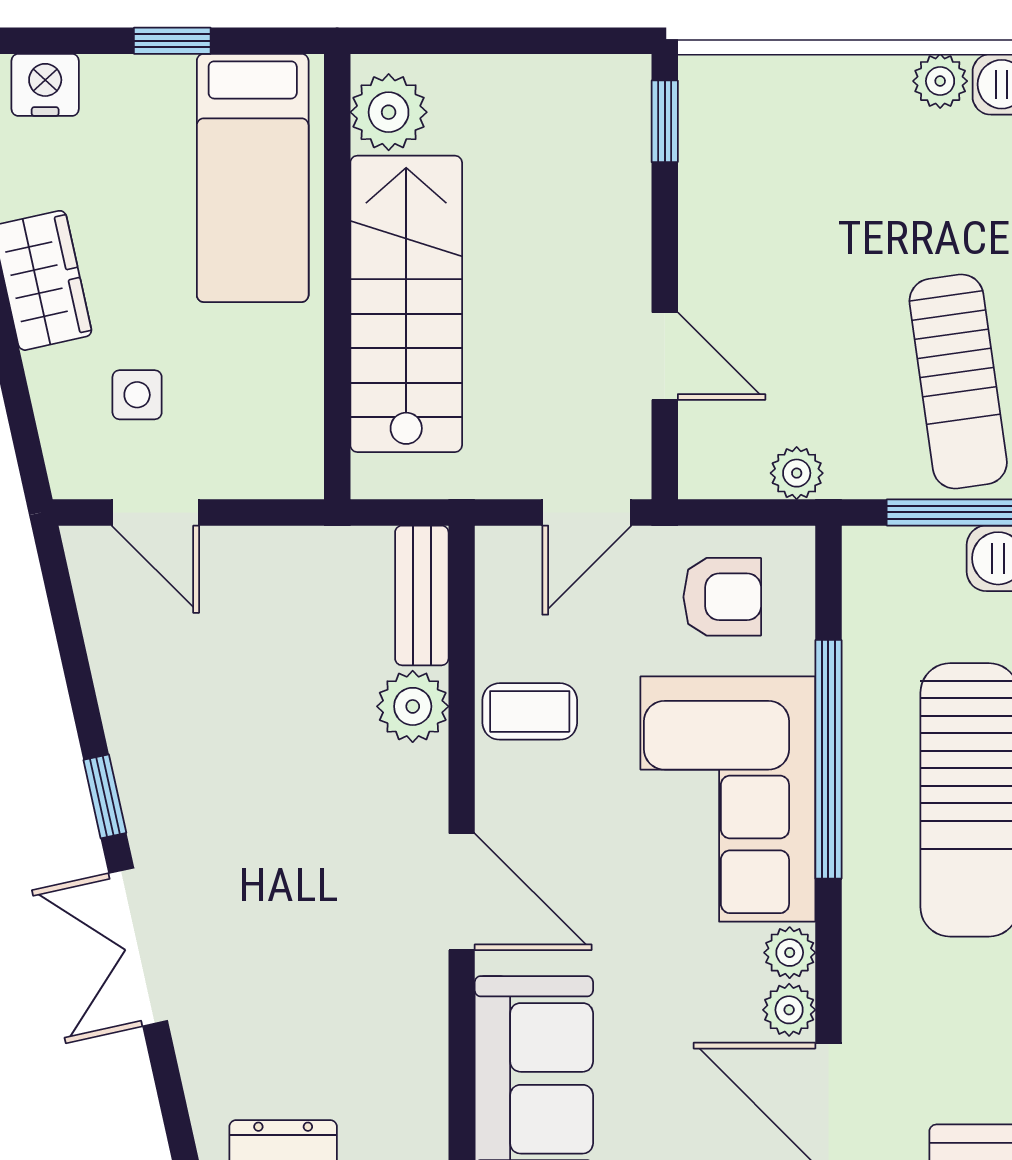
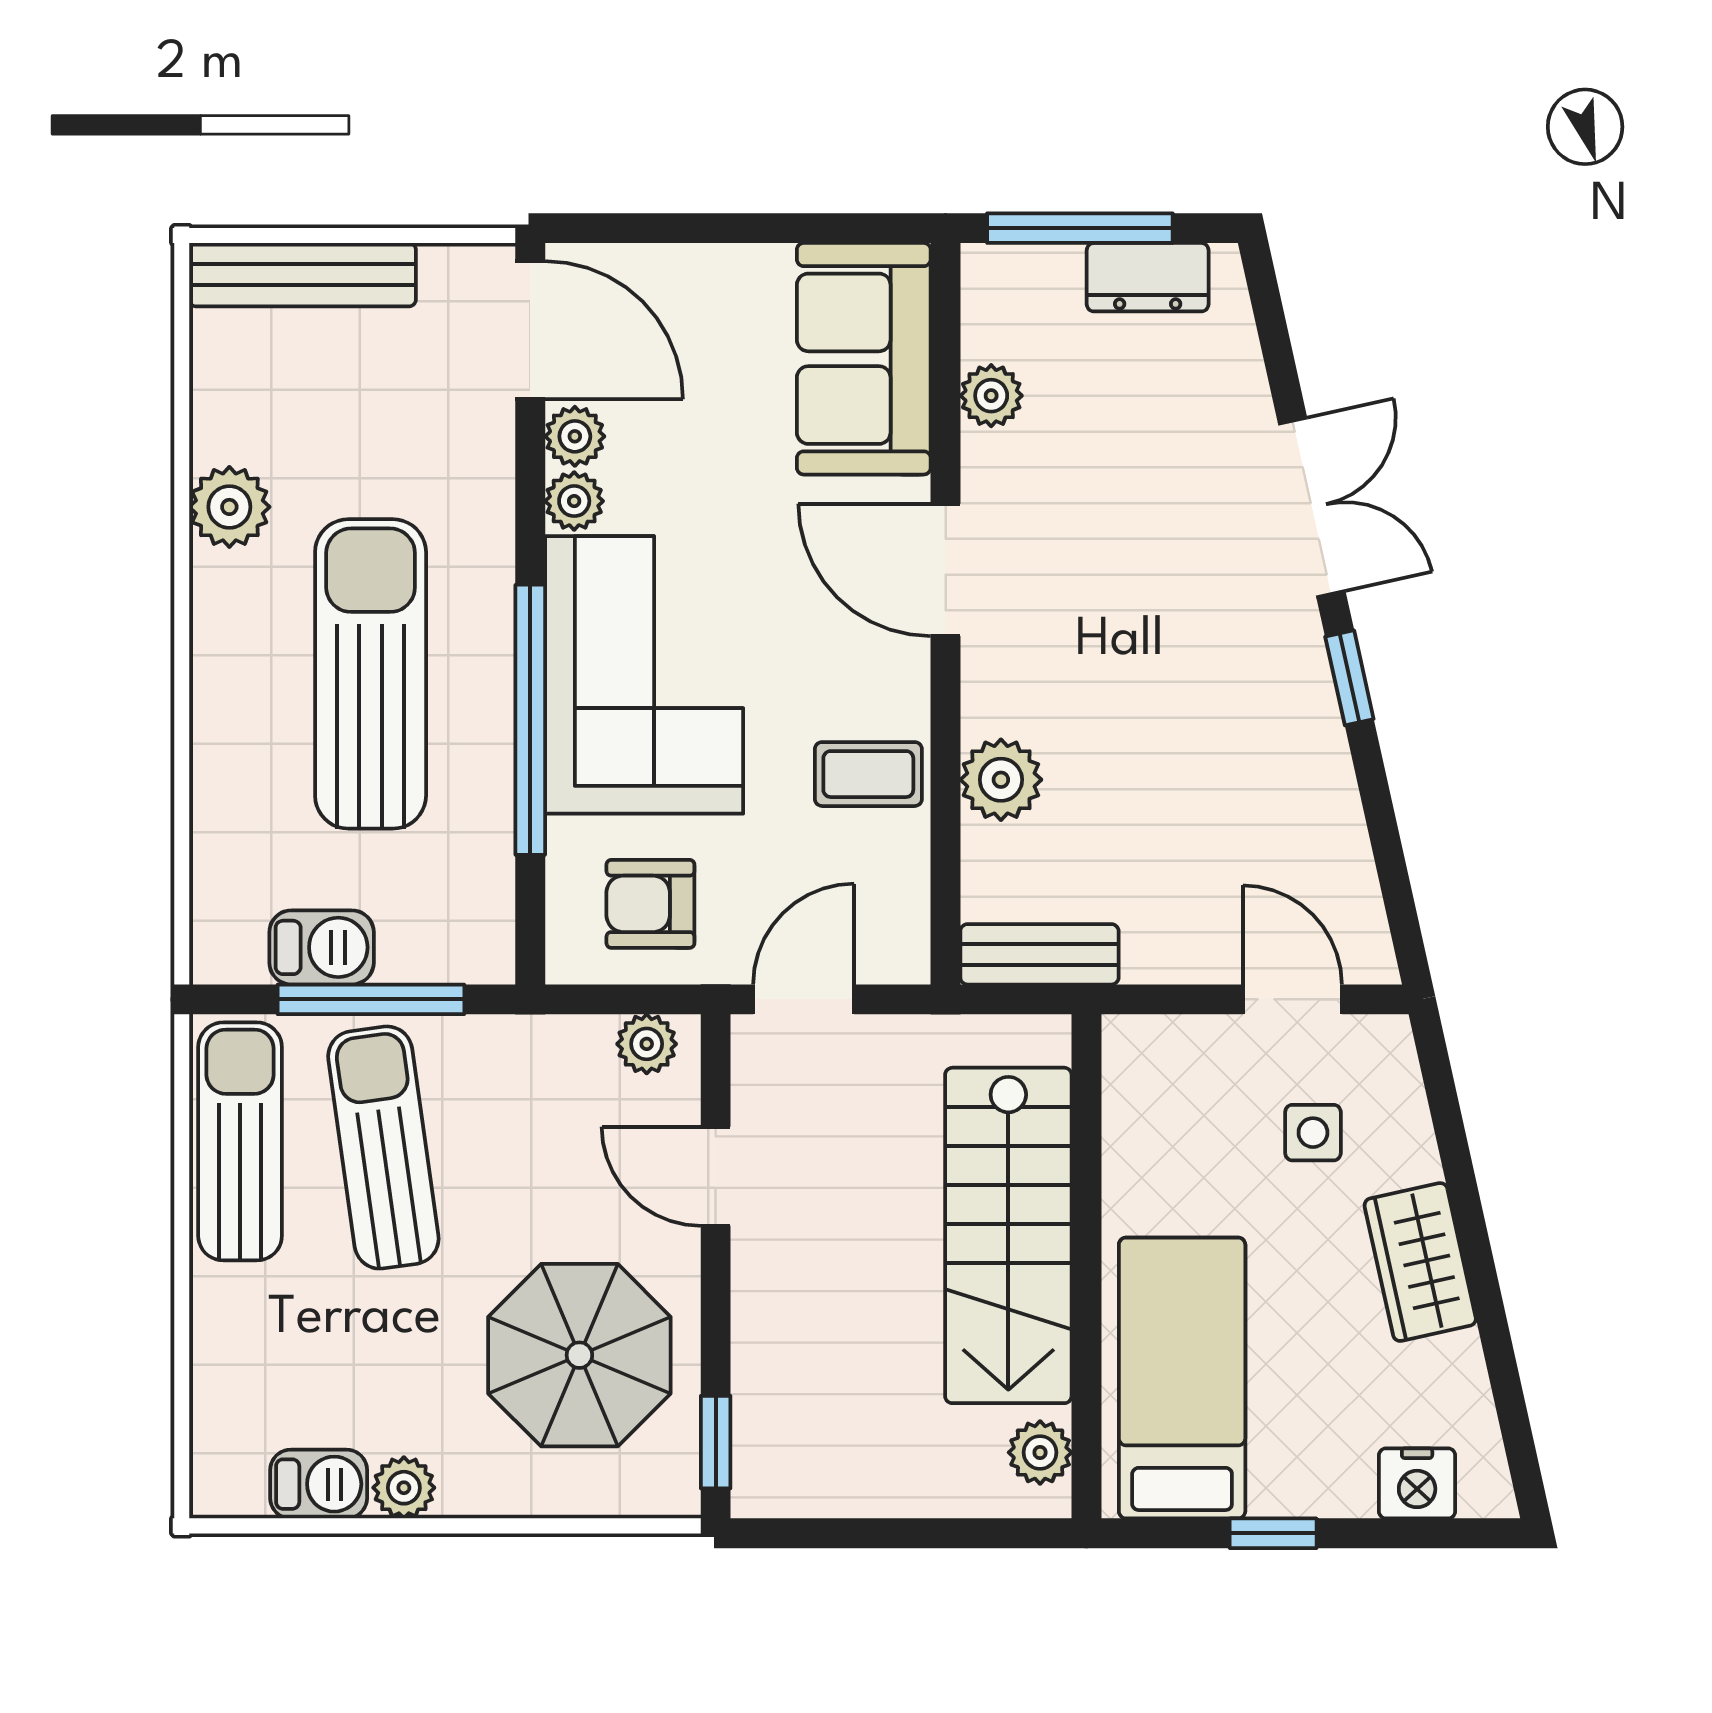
plant: (389, 112) -> (1040, 1452), width x0.73, depth x0.73
parasol: (785, 198) -> (579, 1355), added
plant: (797, 473) -> (647, 1044), moved
bench: (422, 595) -> (1039, 954), moved, turned 90
plant: (421, 1046) -> (991, 396), added

